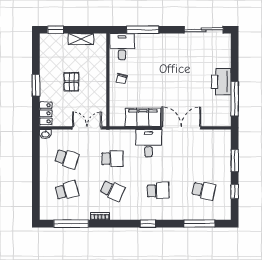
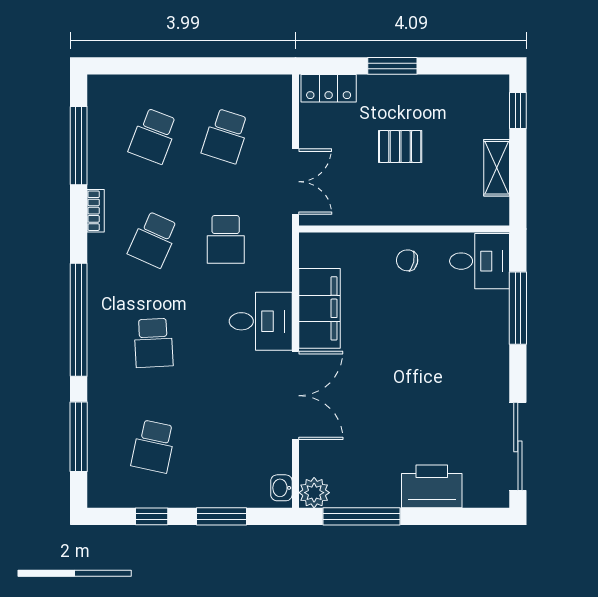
printer: (221, 82) -> (432, 486), moved
plant: (224, 120) -> (314, 493), added
washbasin: (45, 134) -> (281, 488), moved
school desk: (67, 191) -> (153, 136), turned 36
window: (148, 224) -> (79, 320), width x3.17

